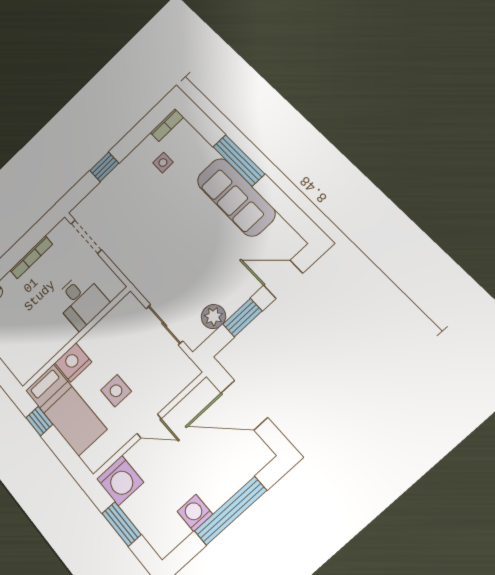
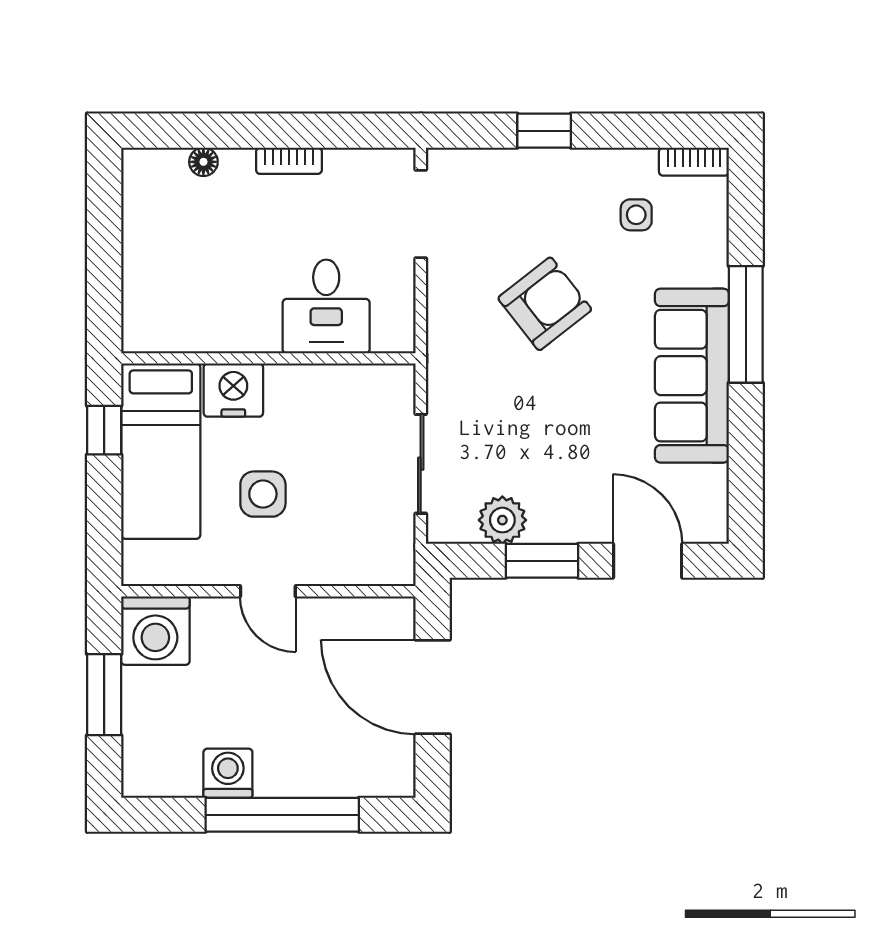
armchair: (158, 225) -> (545, 304), added
bookcase: (31, 257) -> (289, 161), width x0.64

